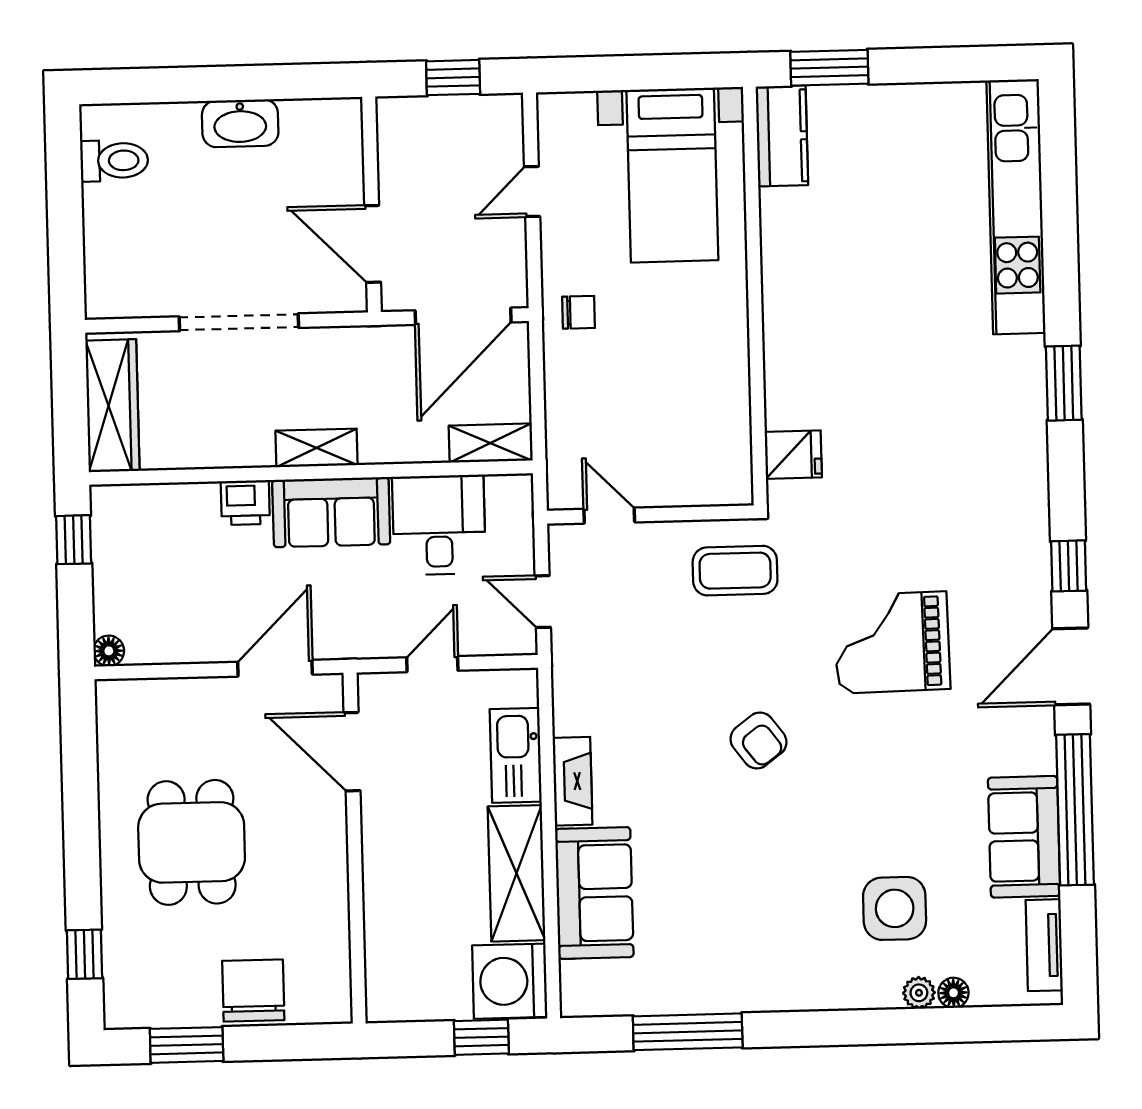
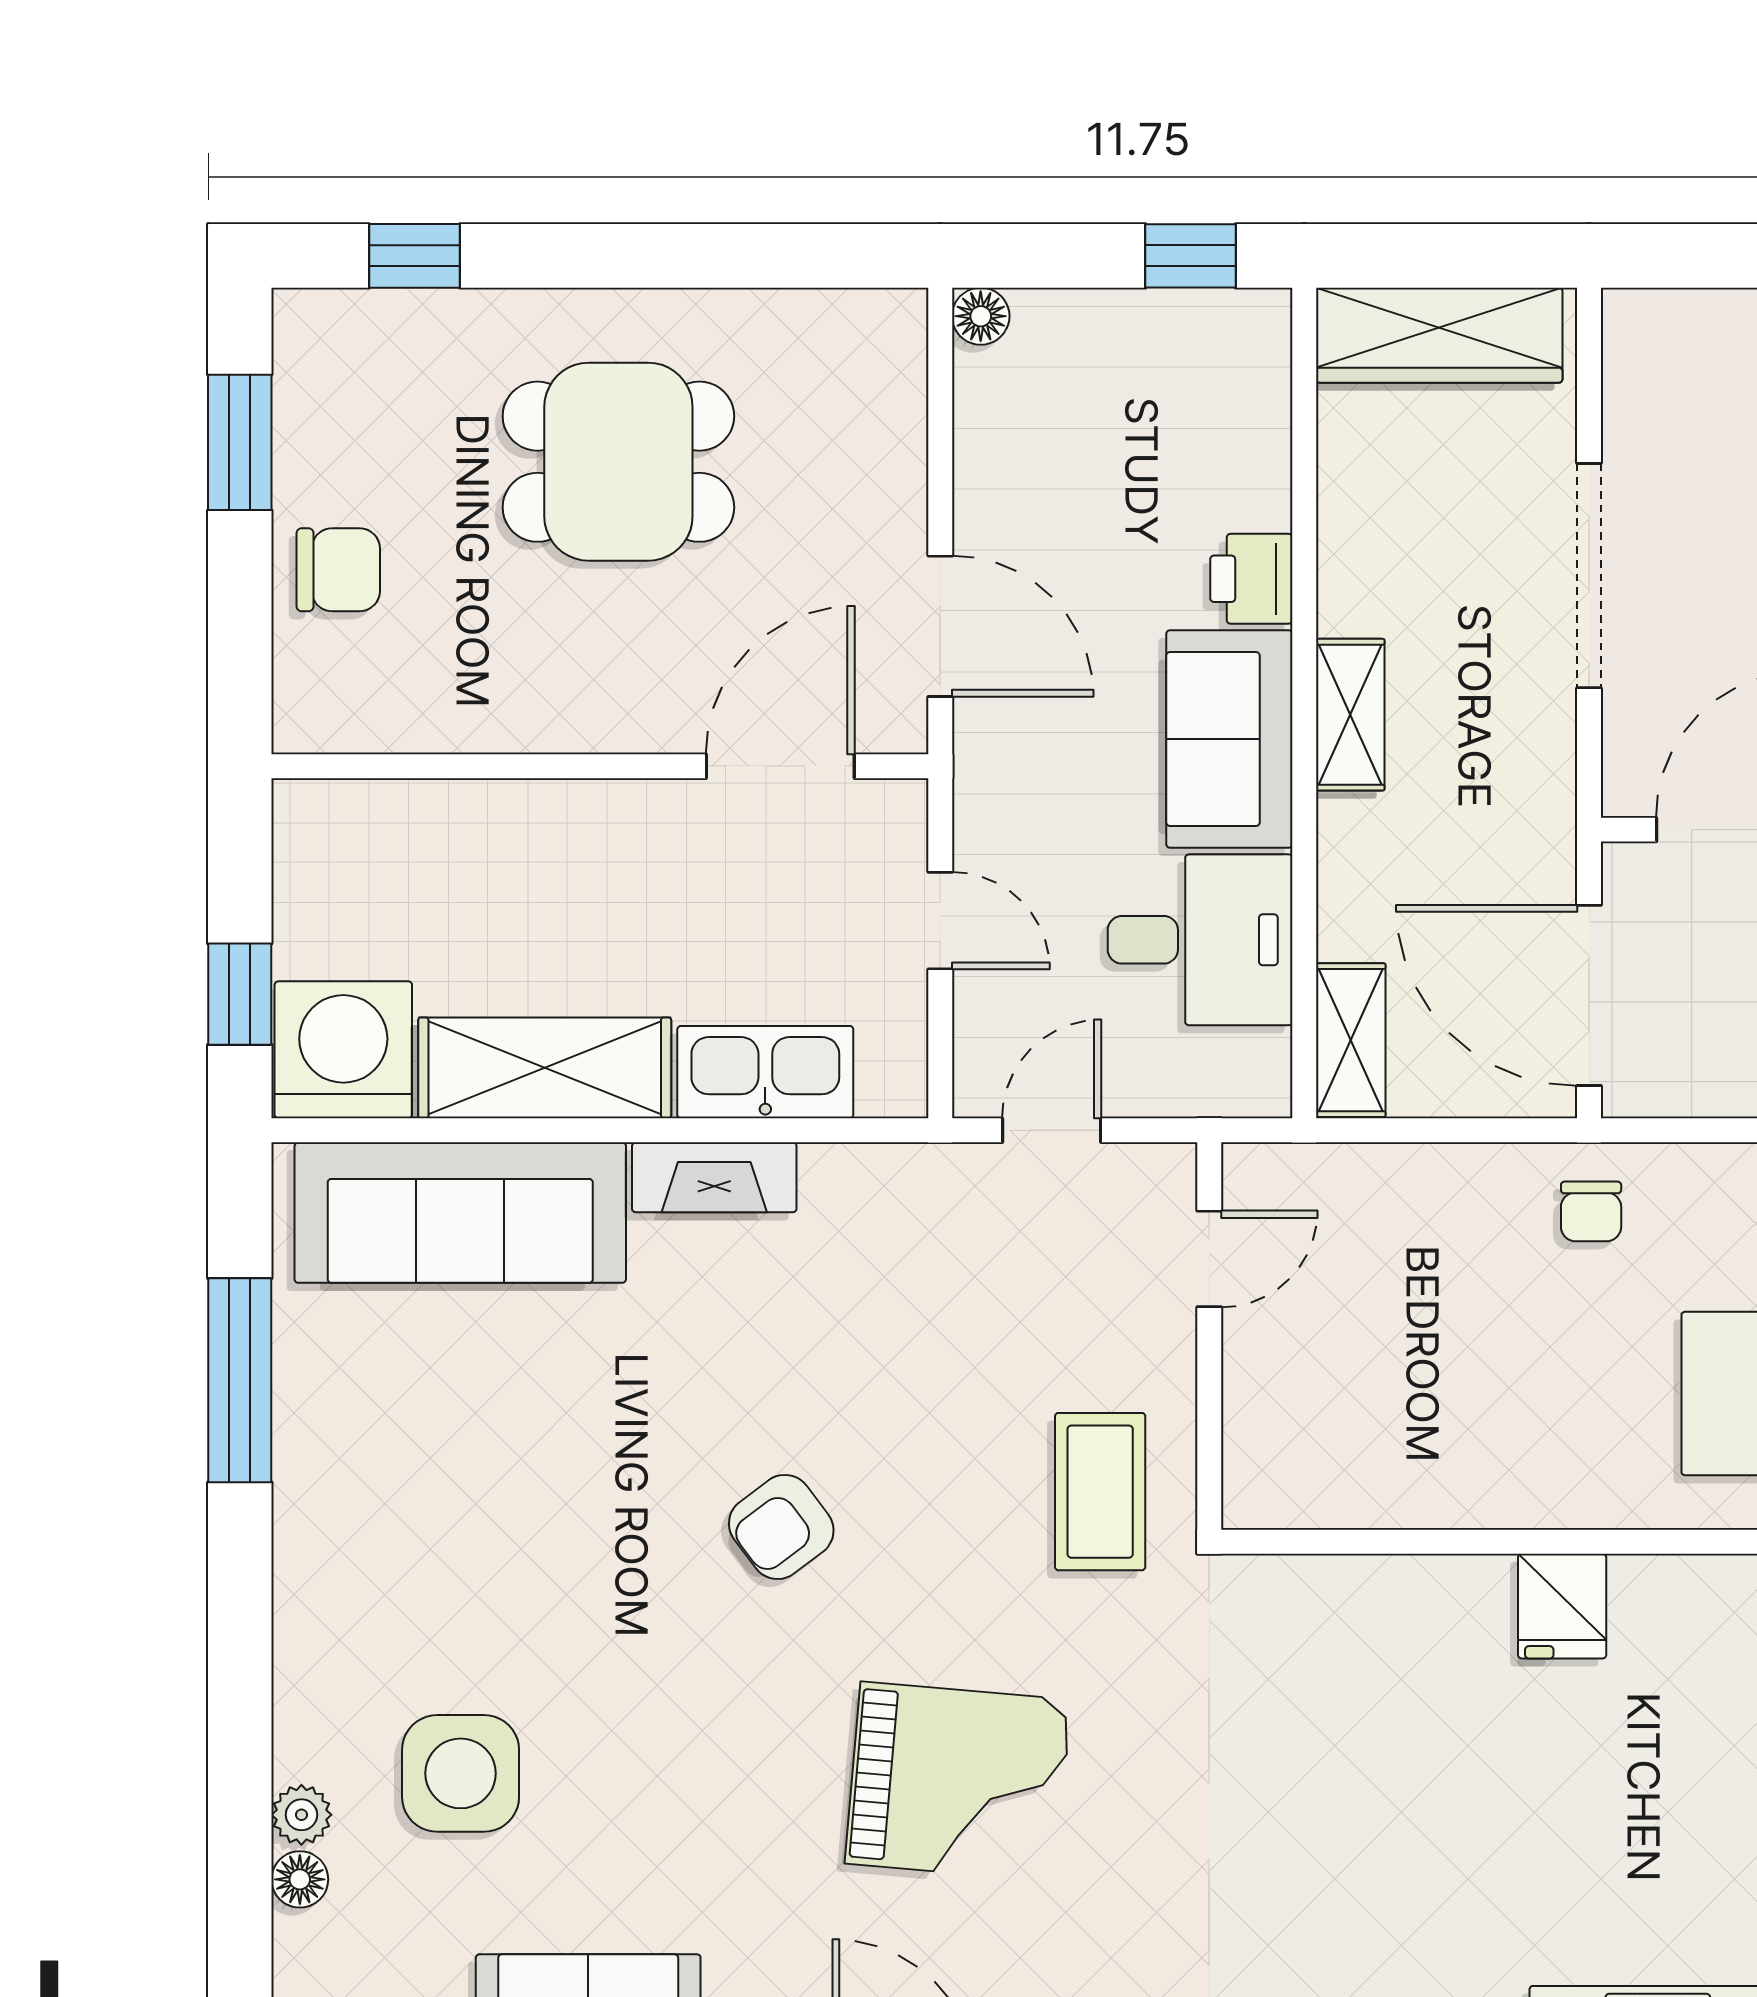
fridge: (793, 455) -> (1562, 1606), moved
grand piano: (892, 642) -> (958, 1782), turned 96
sofa: (594, 893) -> (460, 1213), width x1.36
chair: (253, 991) -> (338, 570), width x0.73, depth x0.73

